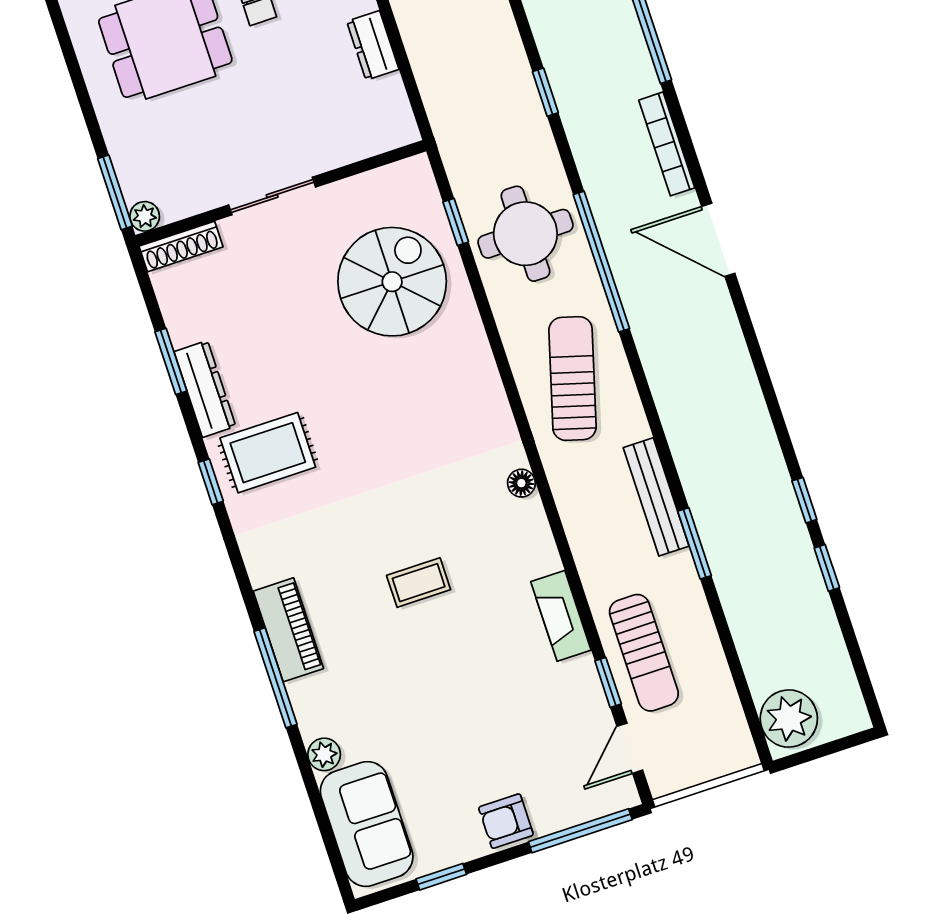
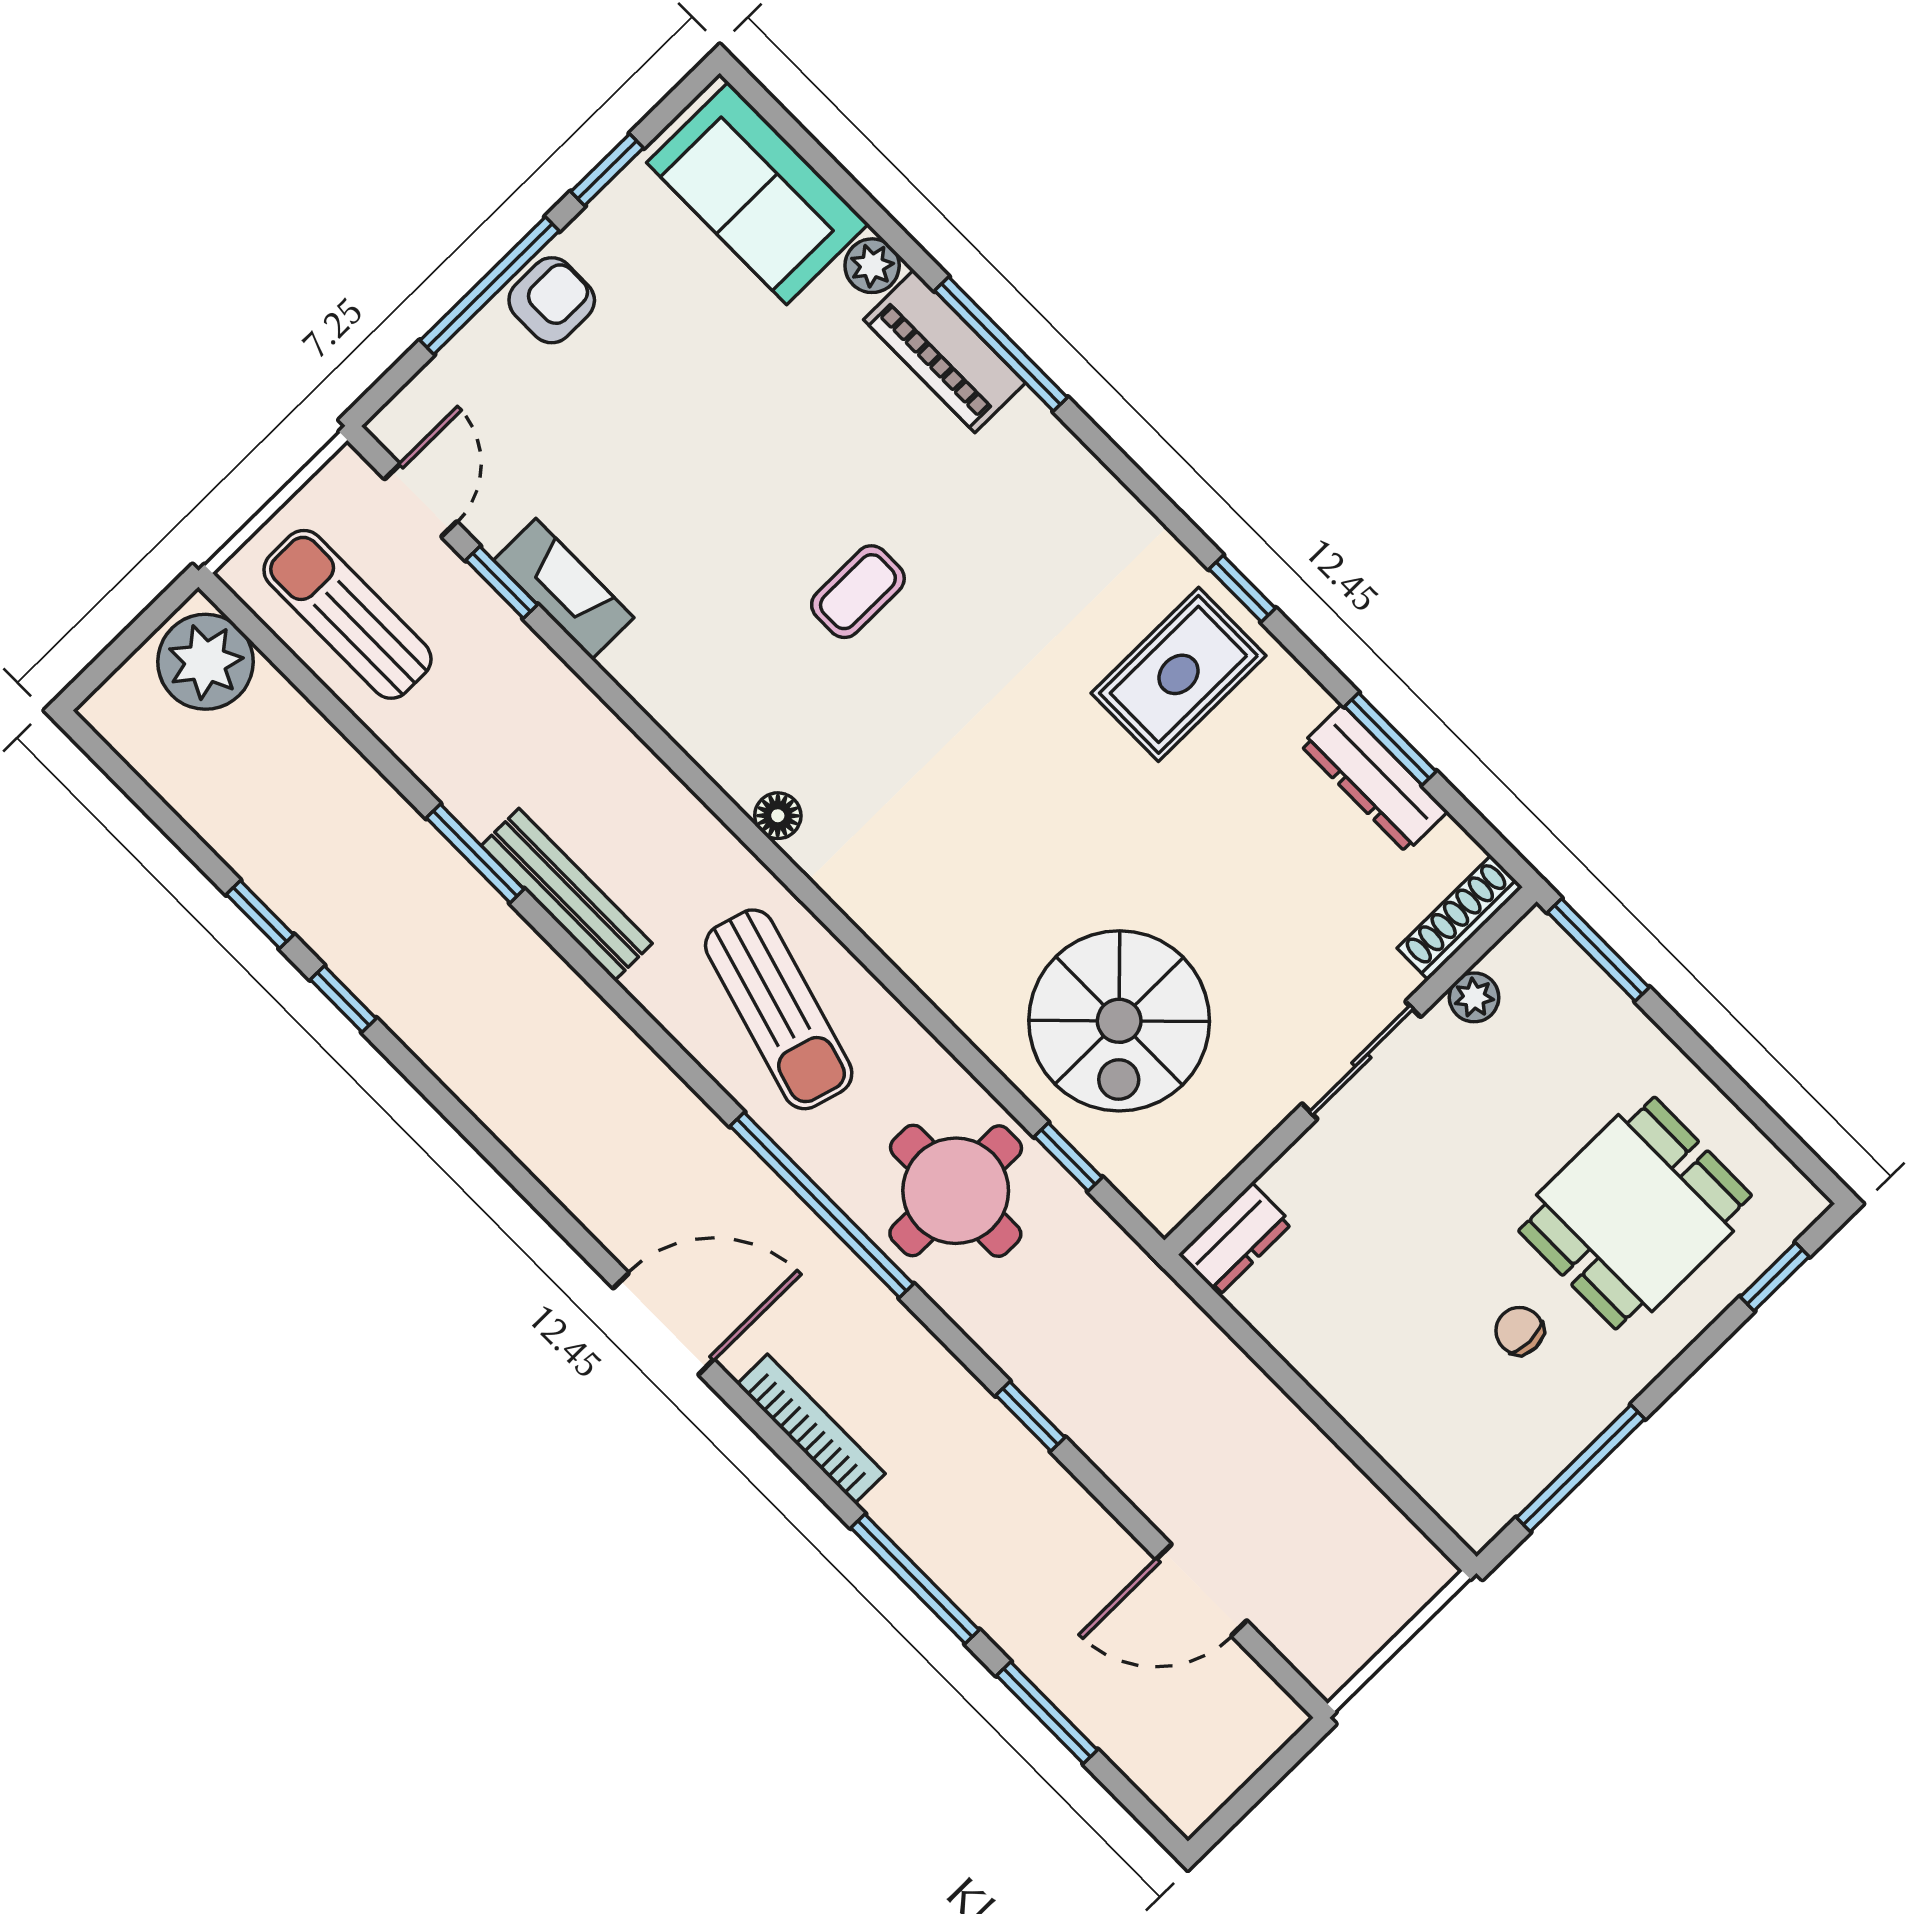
dresser: (373, 45) -> (1235, 1239), moved, turned 90
plant: (145, 216) -> (1474, 997), moved
dresser: (205, 389) -> (1374, 778), moved
fireplace: (561, 616) -> (564, 589), moved
piano: (288, 630) -> (944, 351), moved
sun lounger: (644, 653) -> (347, 614), moved
window: (580, 831) -> (490, 286), moved

